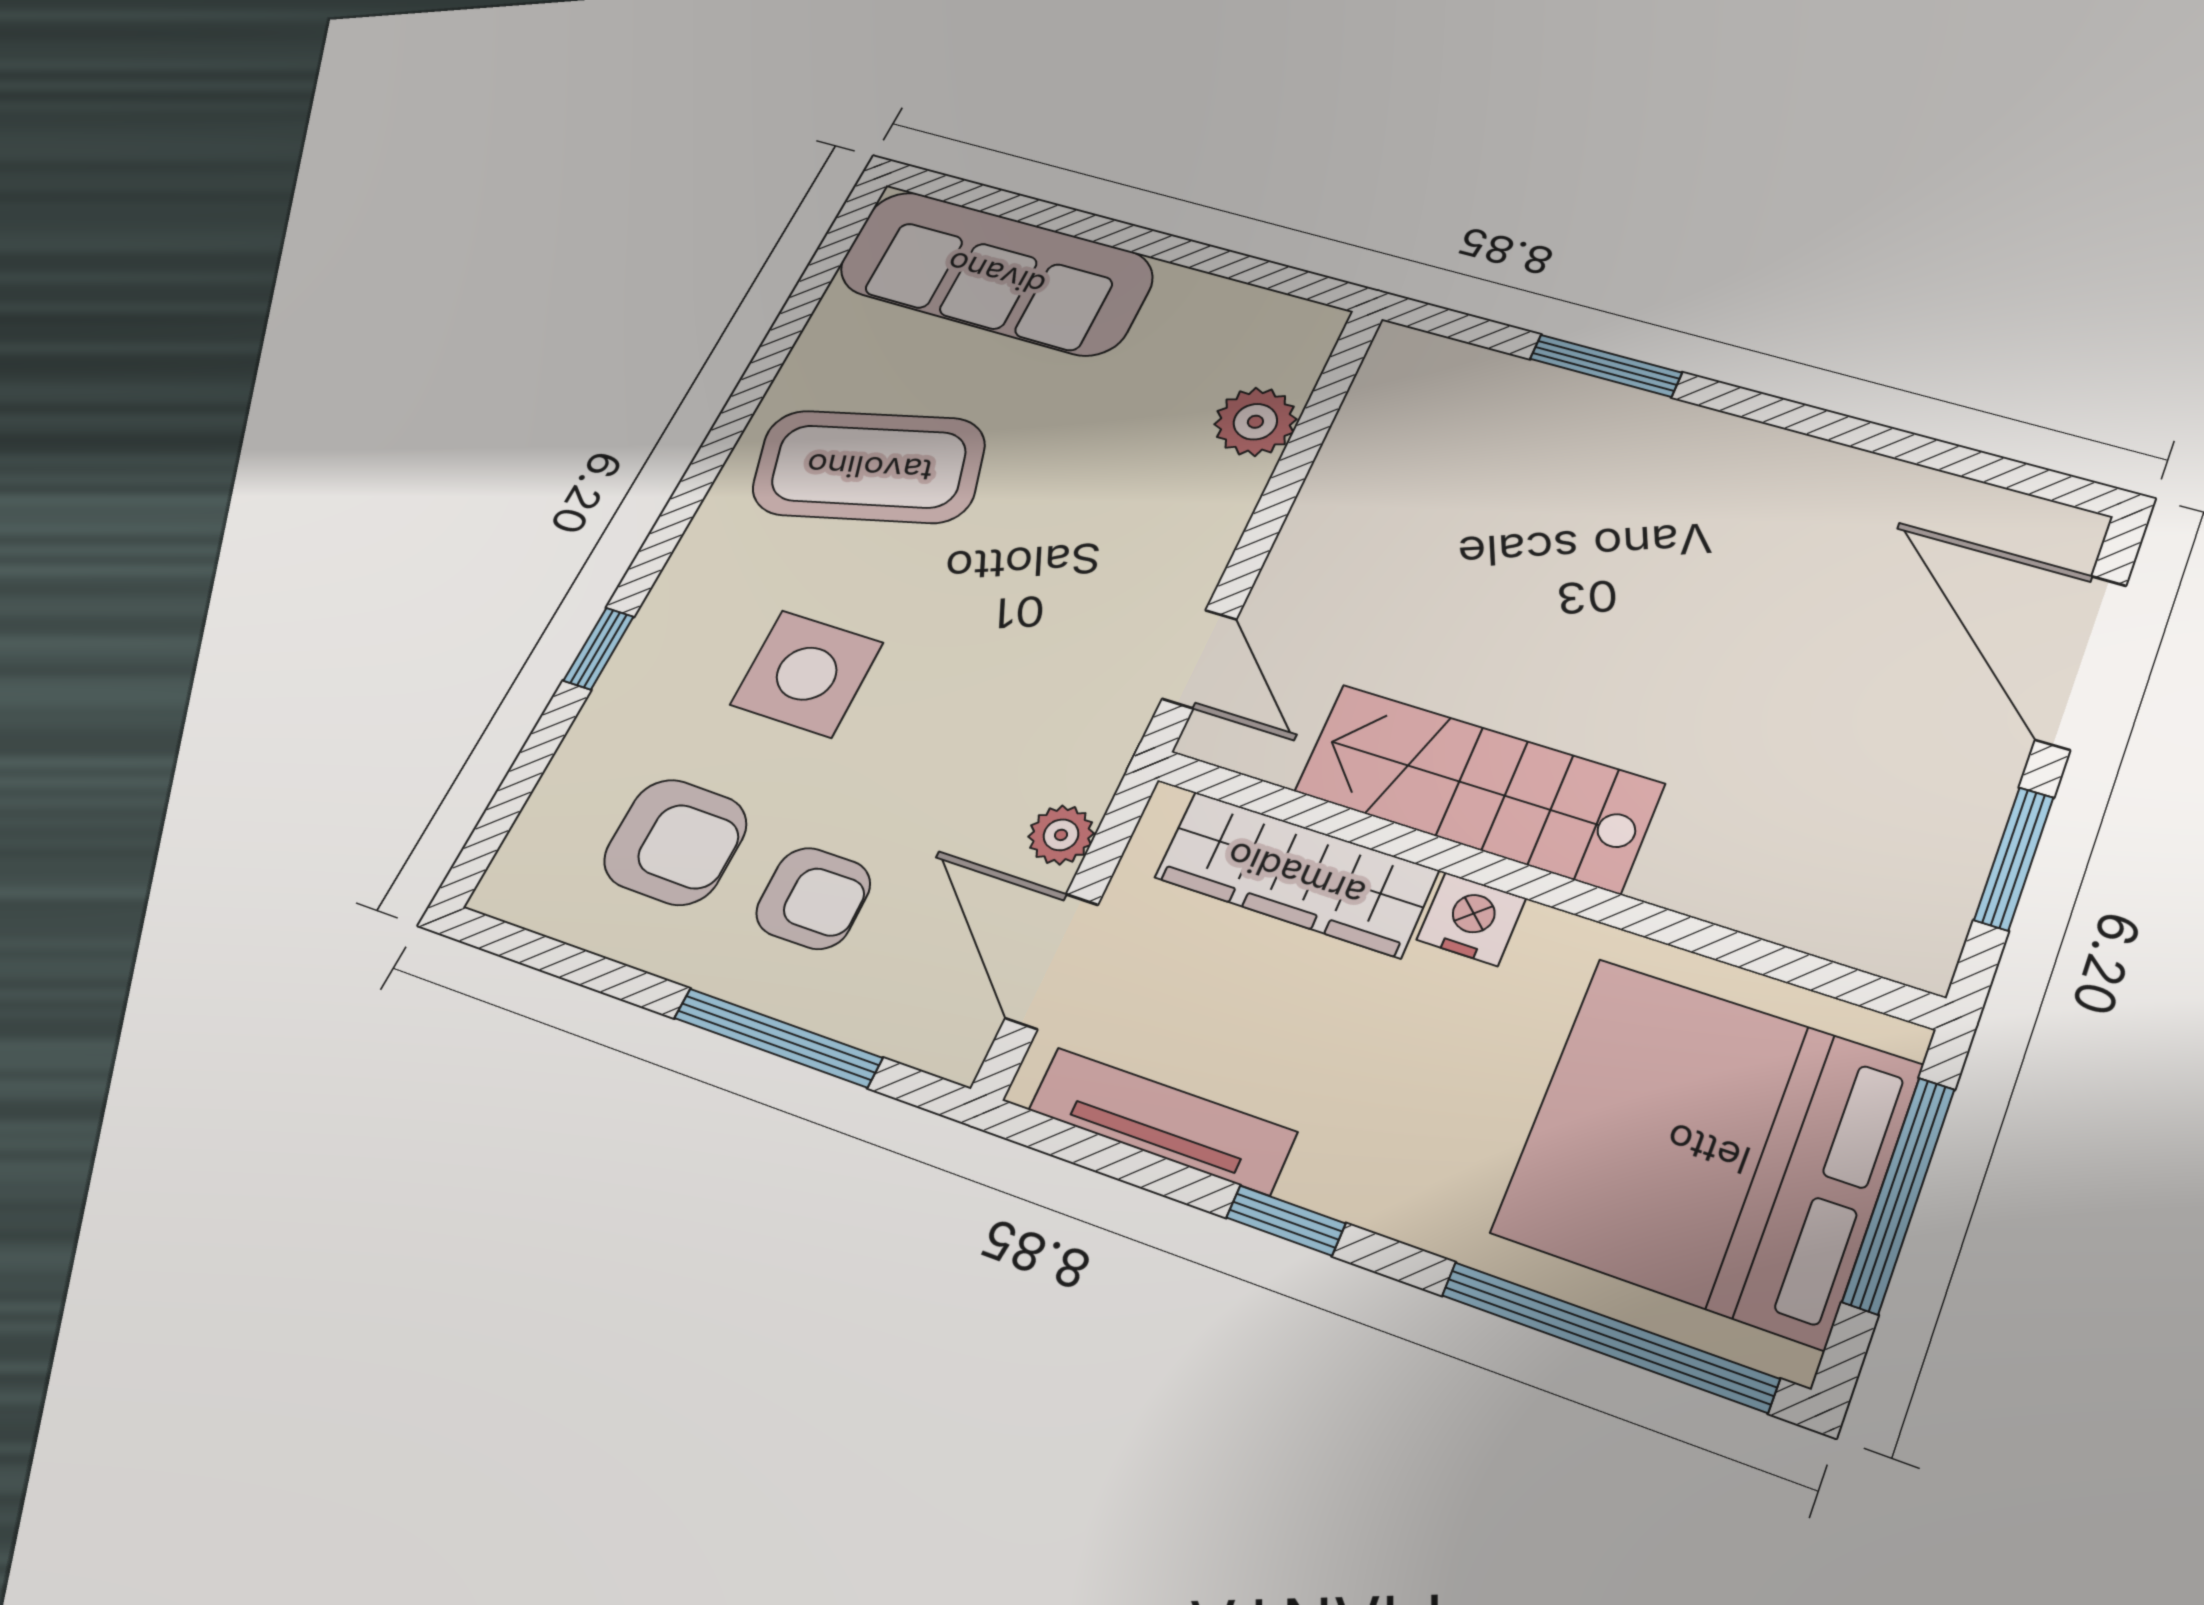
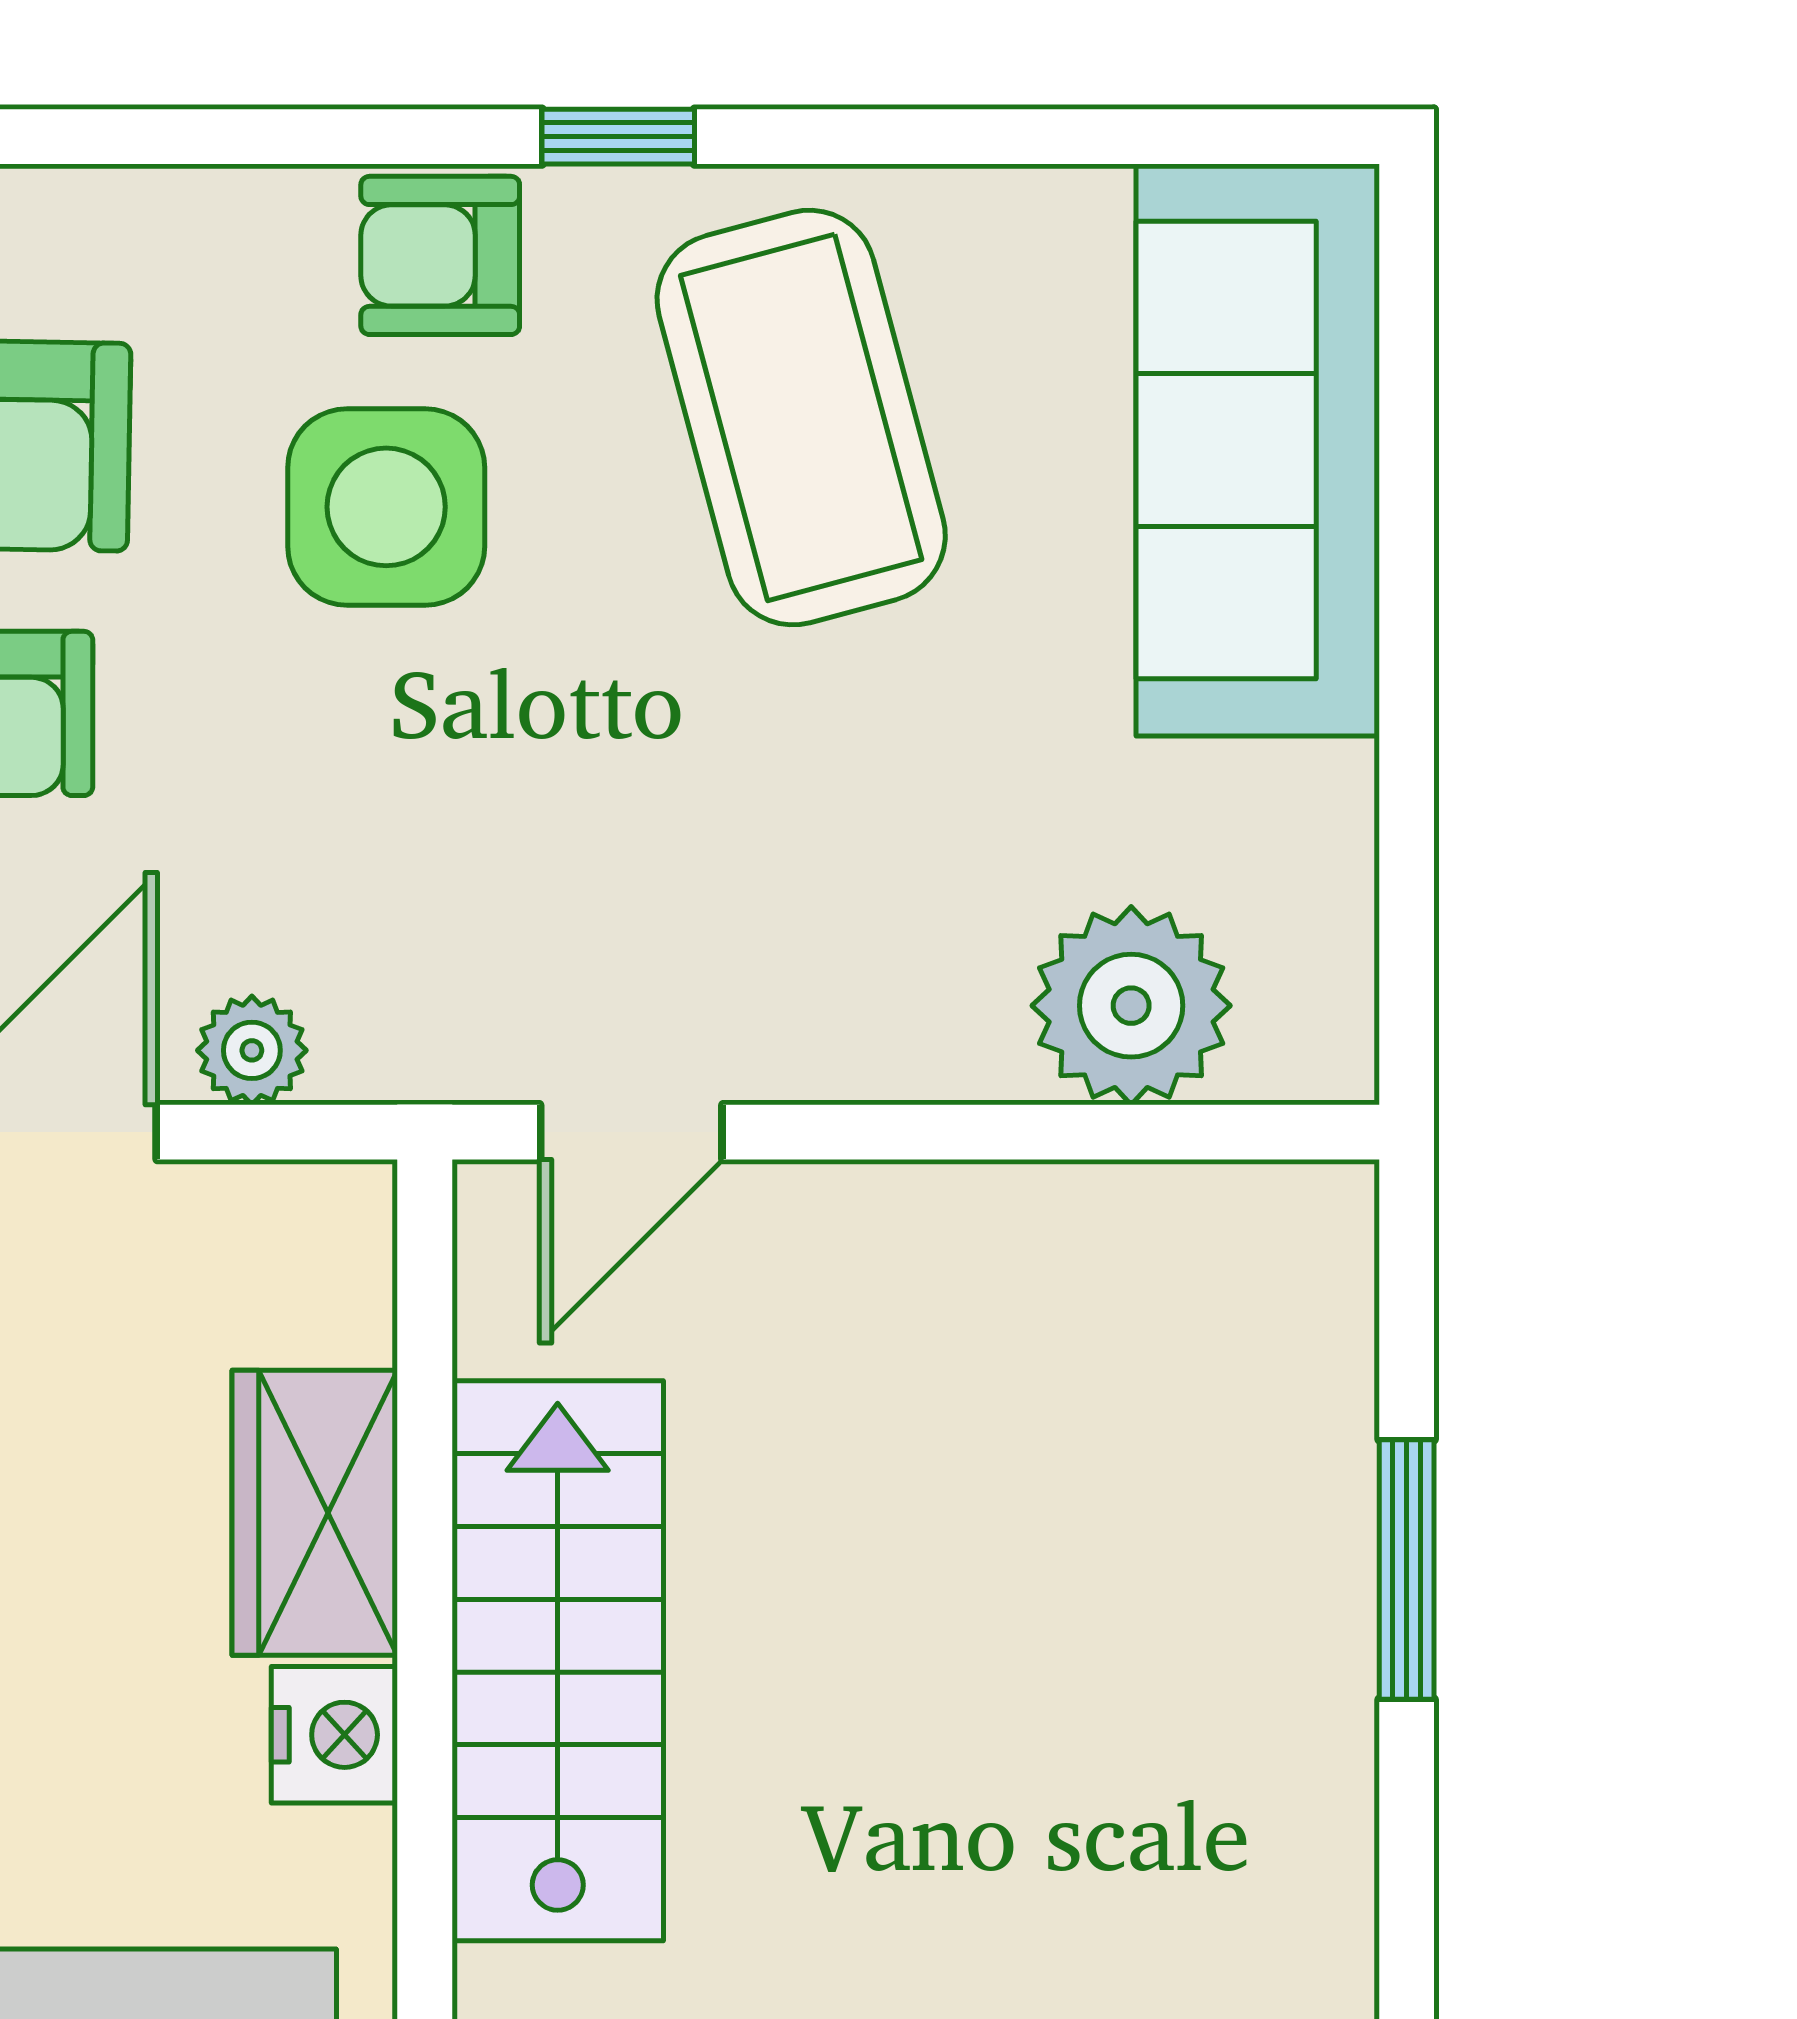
plant: (1255, 422) -> (1131, 1006), width x1.36, depth x1.36
armchair: (693, 607) -> (440, 255), added
window: (599, 649) -> (618, 137), moved
wardrobe: (1296, 874) -> (315, 1513), width x0.67

